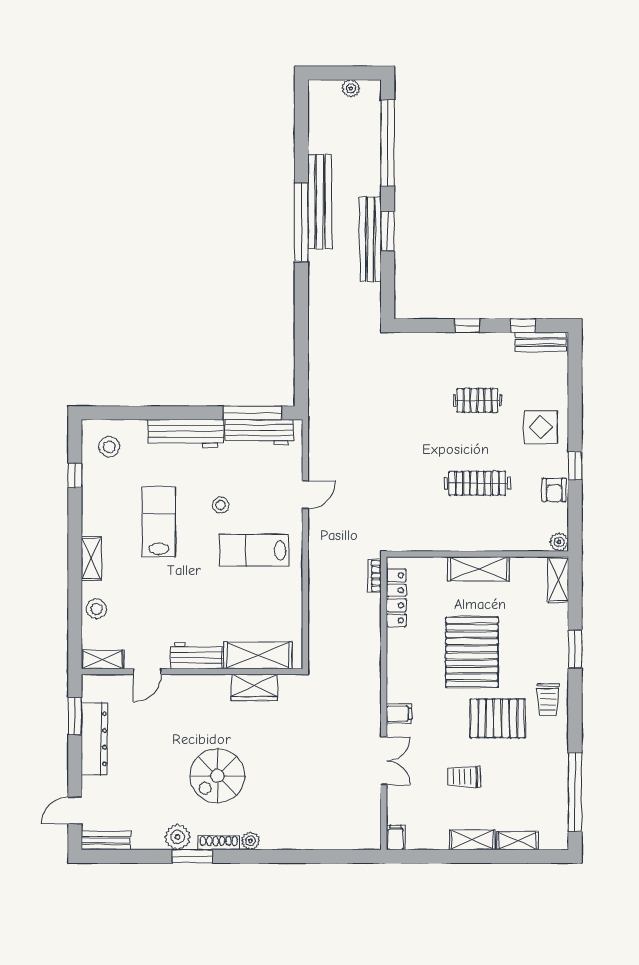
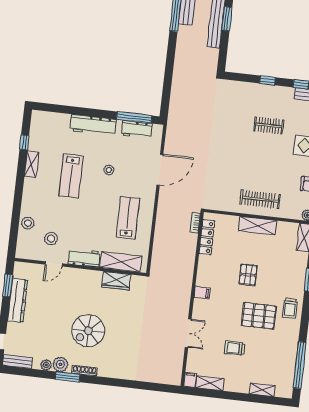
workbench: (259, 432) -> (137, 129), width x0.73
stool: (109, 447) -> (51, 239), moved
clothes rail: (477, 483) -> (260, 199), moved
door: (305, 495) -> (160, 170), width x1.87
lab bench: (159, 522) -> (71, 176), turned 180
lab bench: (254, 550) -> (128, 218), moved, turned 90
shelving: (91, 558) -> (32, 164), moved
pallet: (472, 652) -> (248, 275), width x0.49, depth x0.50
shelving: (102, 660) -> (28, 254), removed
filing cabinet: (399, 714) -> (202, 293), moved
shelving: (472, 840) -> (210, 383), moved
plant: (250, 841) -> (46, 365), moved

